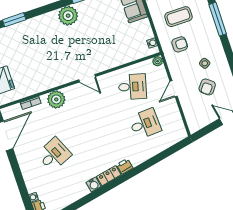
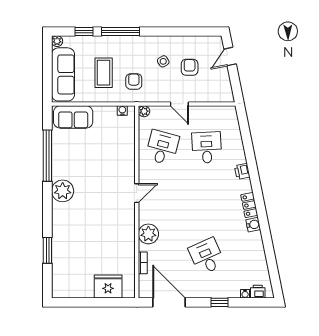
armchair: (207, 87) -> (190, 67), turned -128
printer: (125, 166) -> (242, 171), moved
window: (19, 178) -> (219, 302), added

